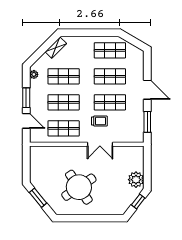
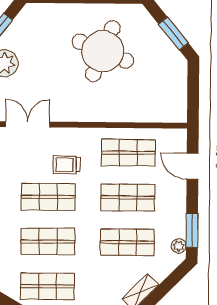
window: (26, 98) -> (192, 230), moved
double door: (100, 144) -> (28, 124), moved
round table: (79, 187) -> (103, 51), turned -34

